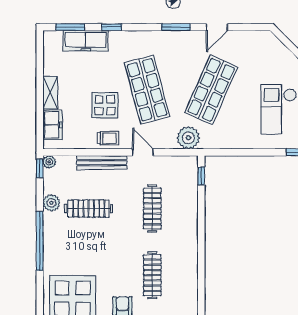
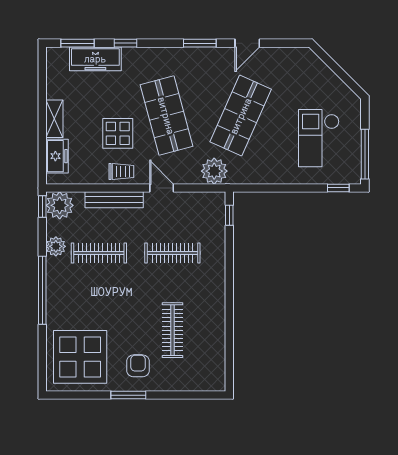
plant: (49, 162) -> (60, 205), width x1.87, depth x1.87
clothes rail: (152, 209) -> (172, 253), turned 90

